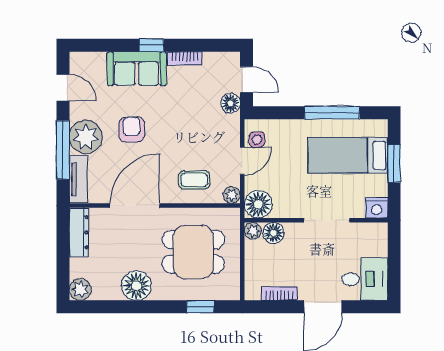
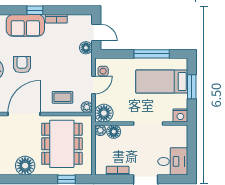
dining table: (193, 252) -> (62, 144), width x1.38

